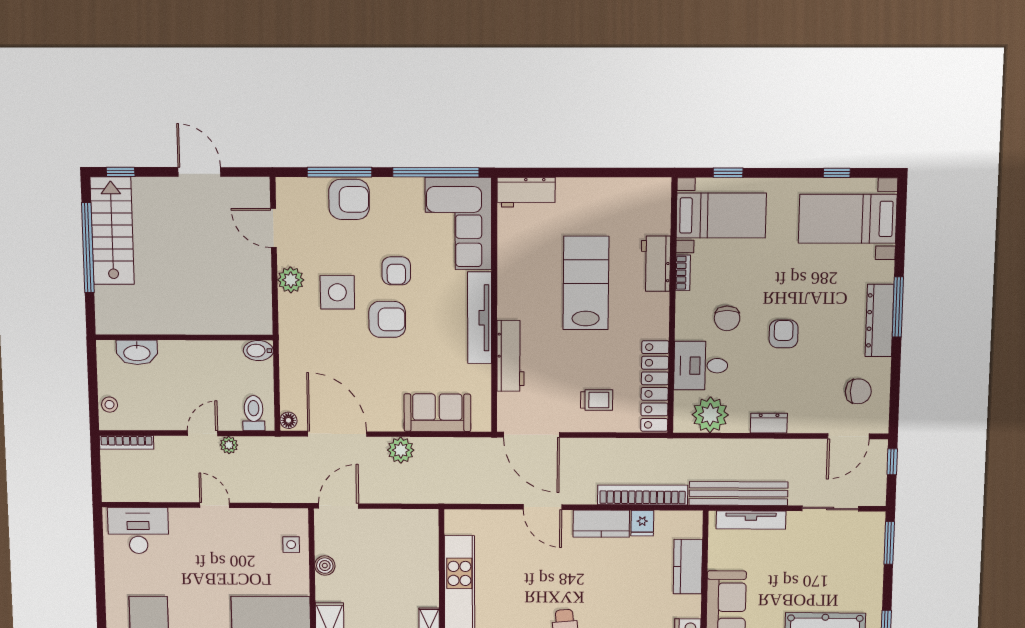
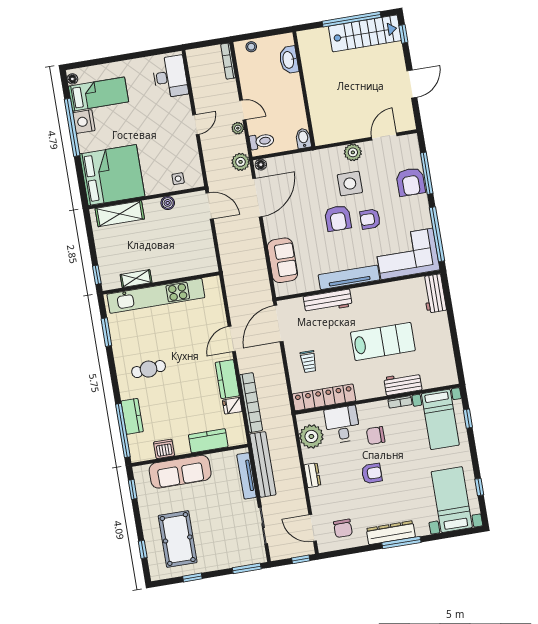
plant: (401, 450) -> (241, 162), moved

